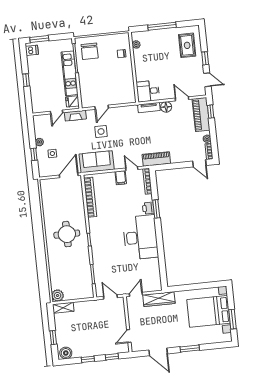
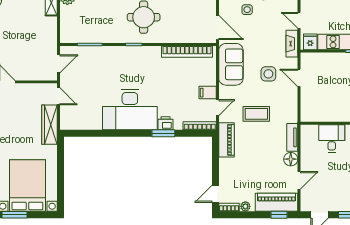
desk: (148, 91) -> (332, 138), moved
coffee table: (133, 138) -> (256, 114), added

